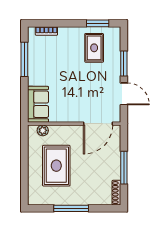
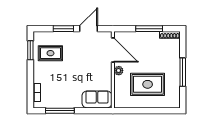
plant: (43, 130) -> (119, 71), moved

